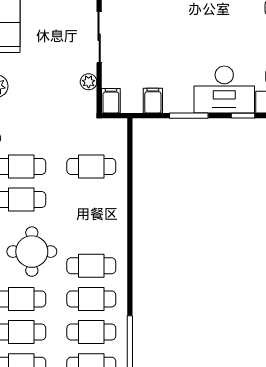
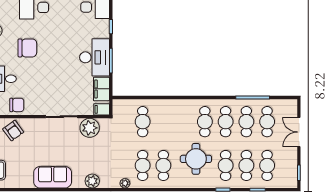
plant: (89, 82) -> (90, 128), width x1.88, depth x1.88
desk: (224, 90) -> (95, 57), moved
filing cabinet: (153, 101) -> (101, 89), width x2.00

